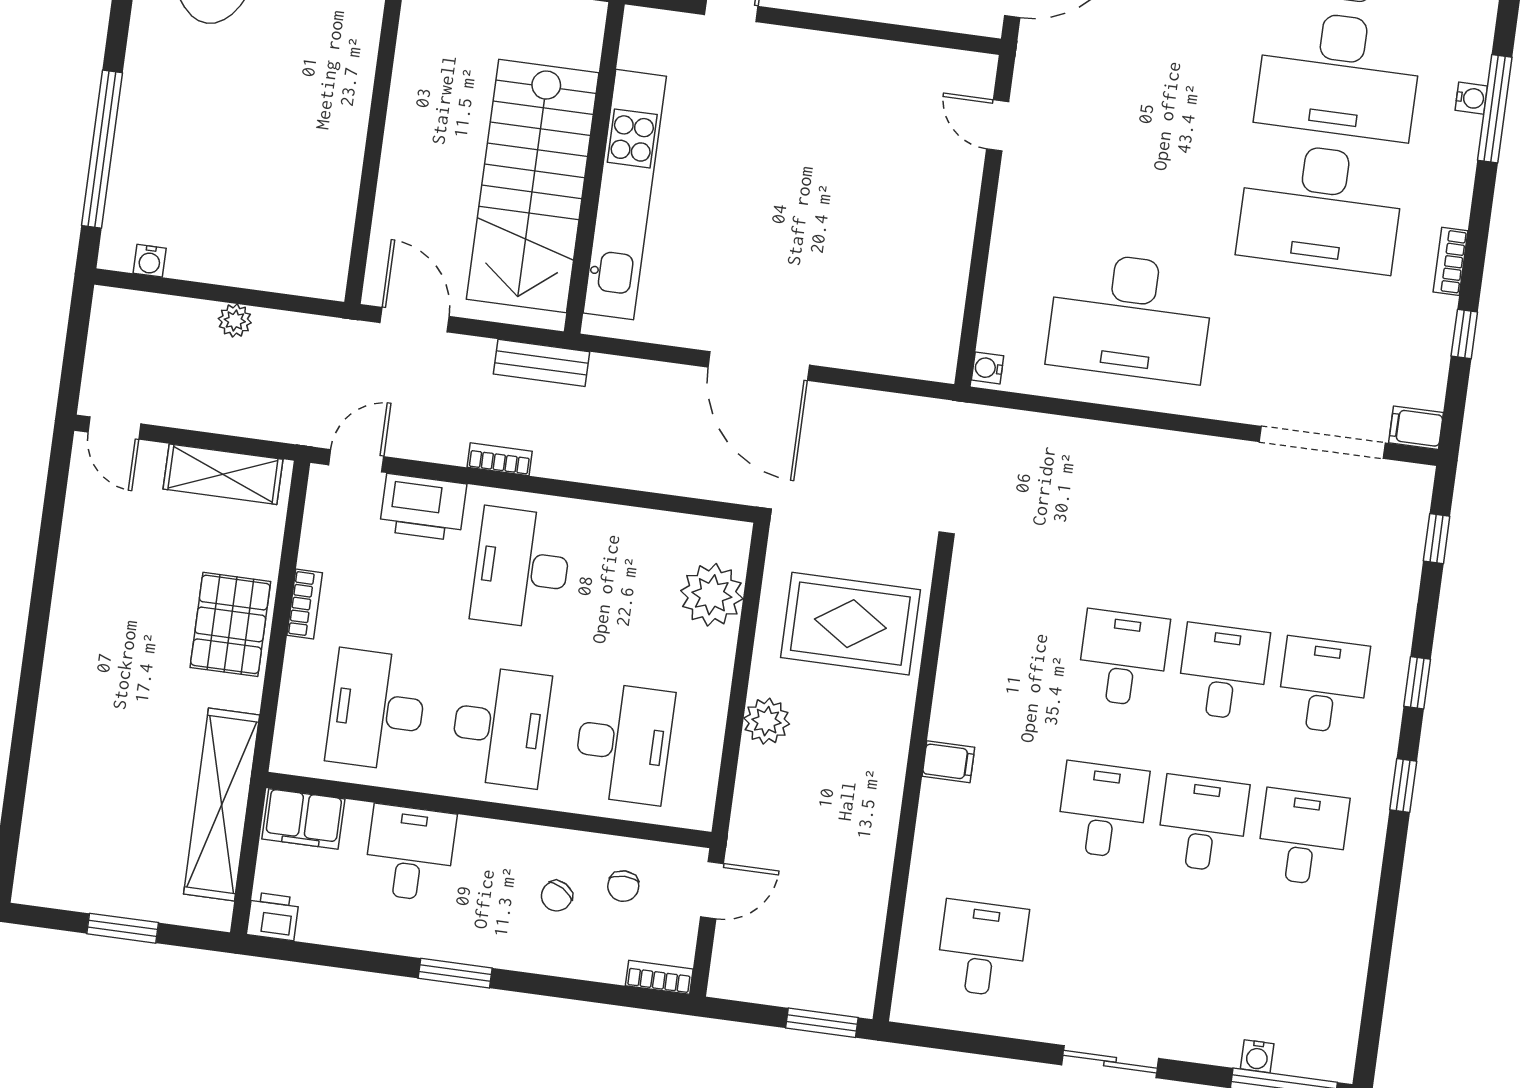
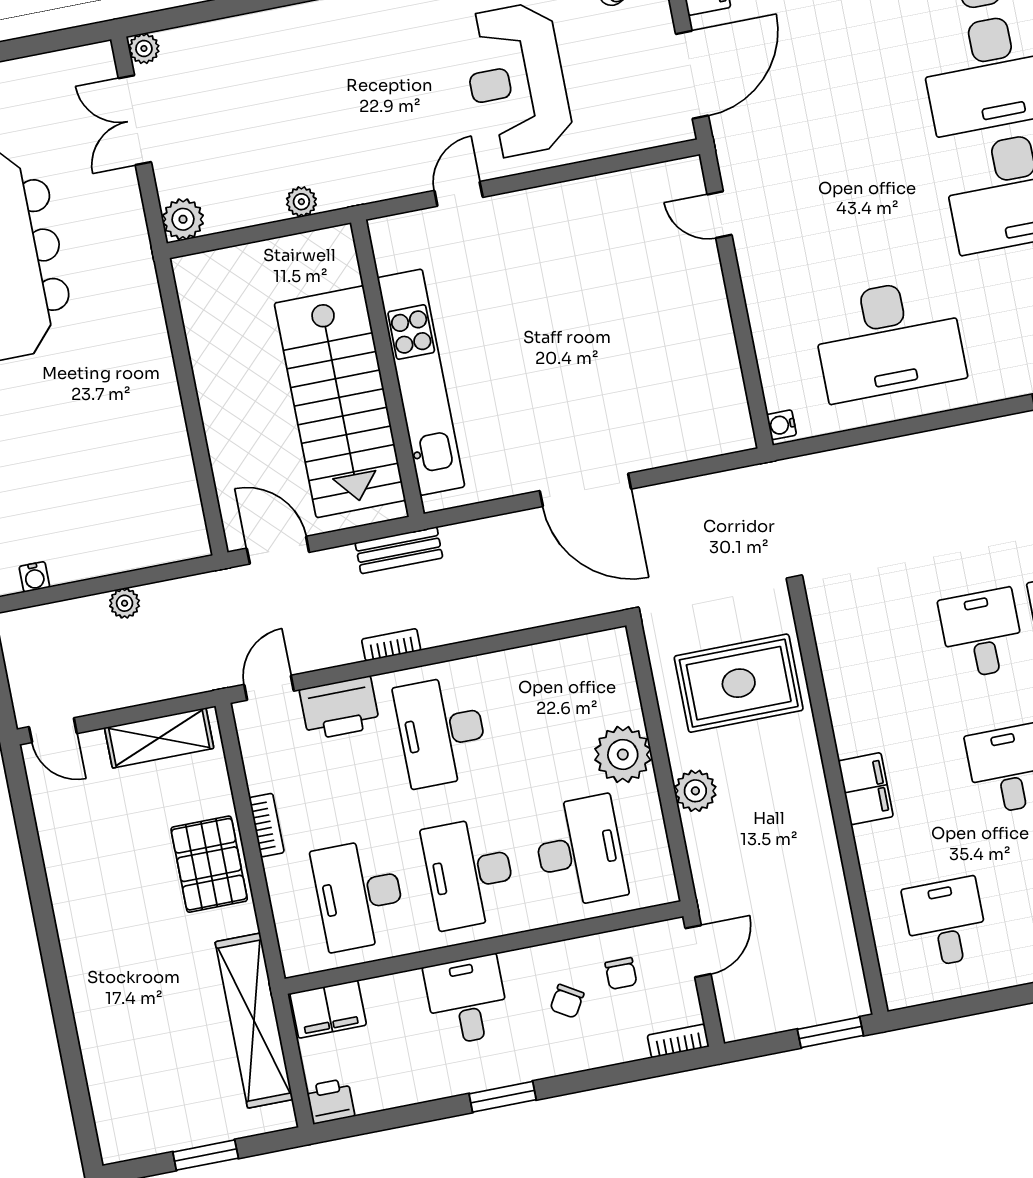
plant: (712, 595) -> (623, 754), moved
desk: (500, 727) -> (469, 873), turned 180
filing cabinet: (948, 762) -> (866, 789), width x2.00
desk: (410, 853) -> (467, 1000), moved

